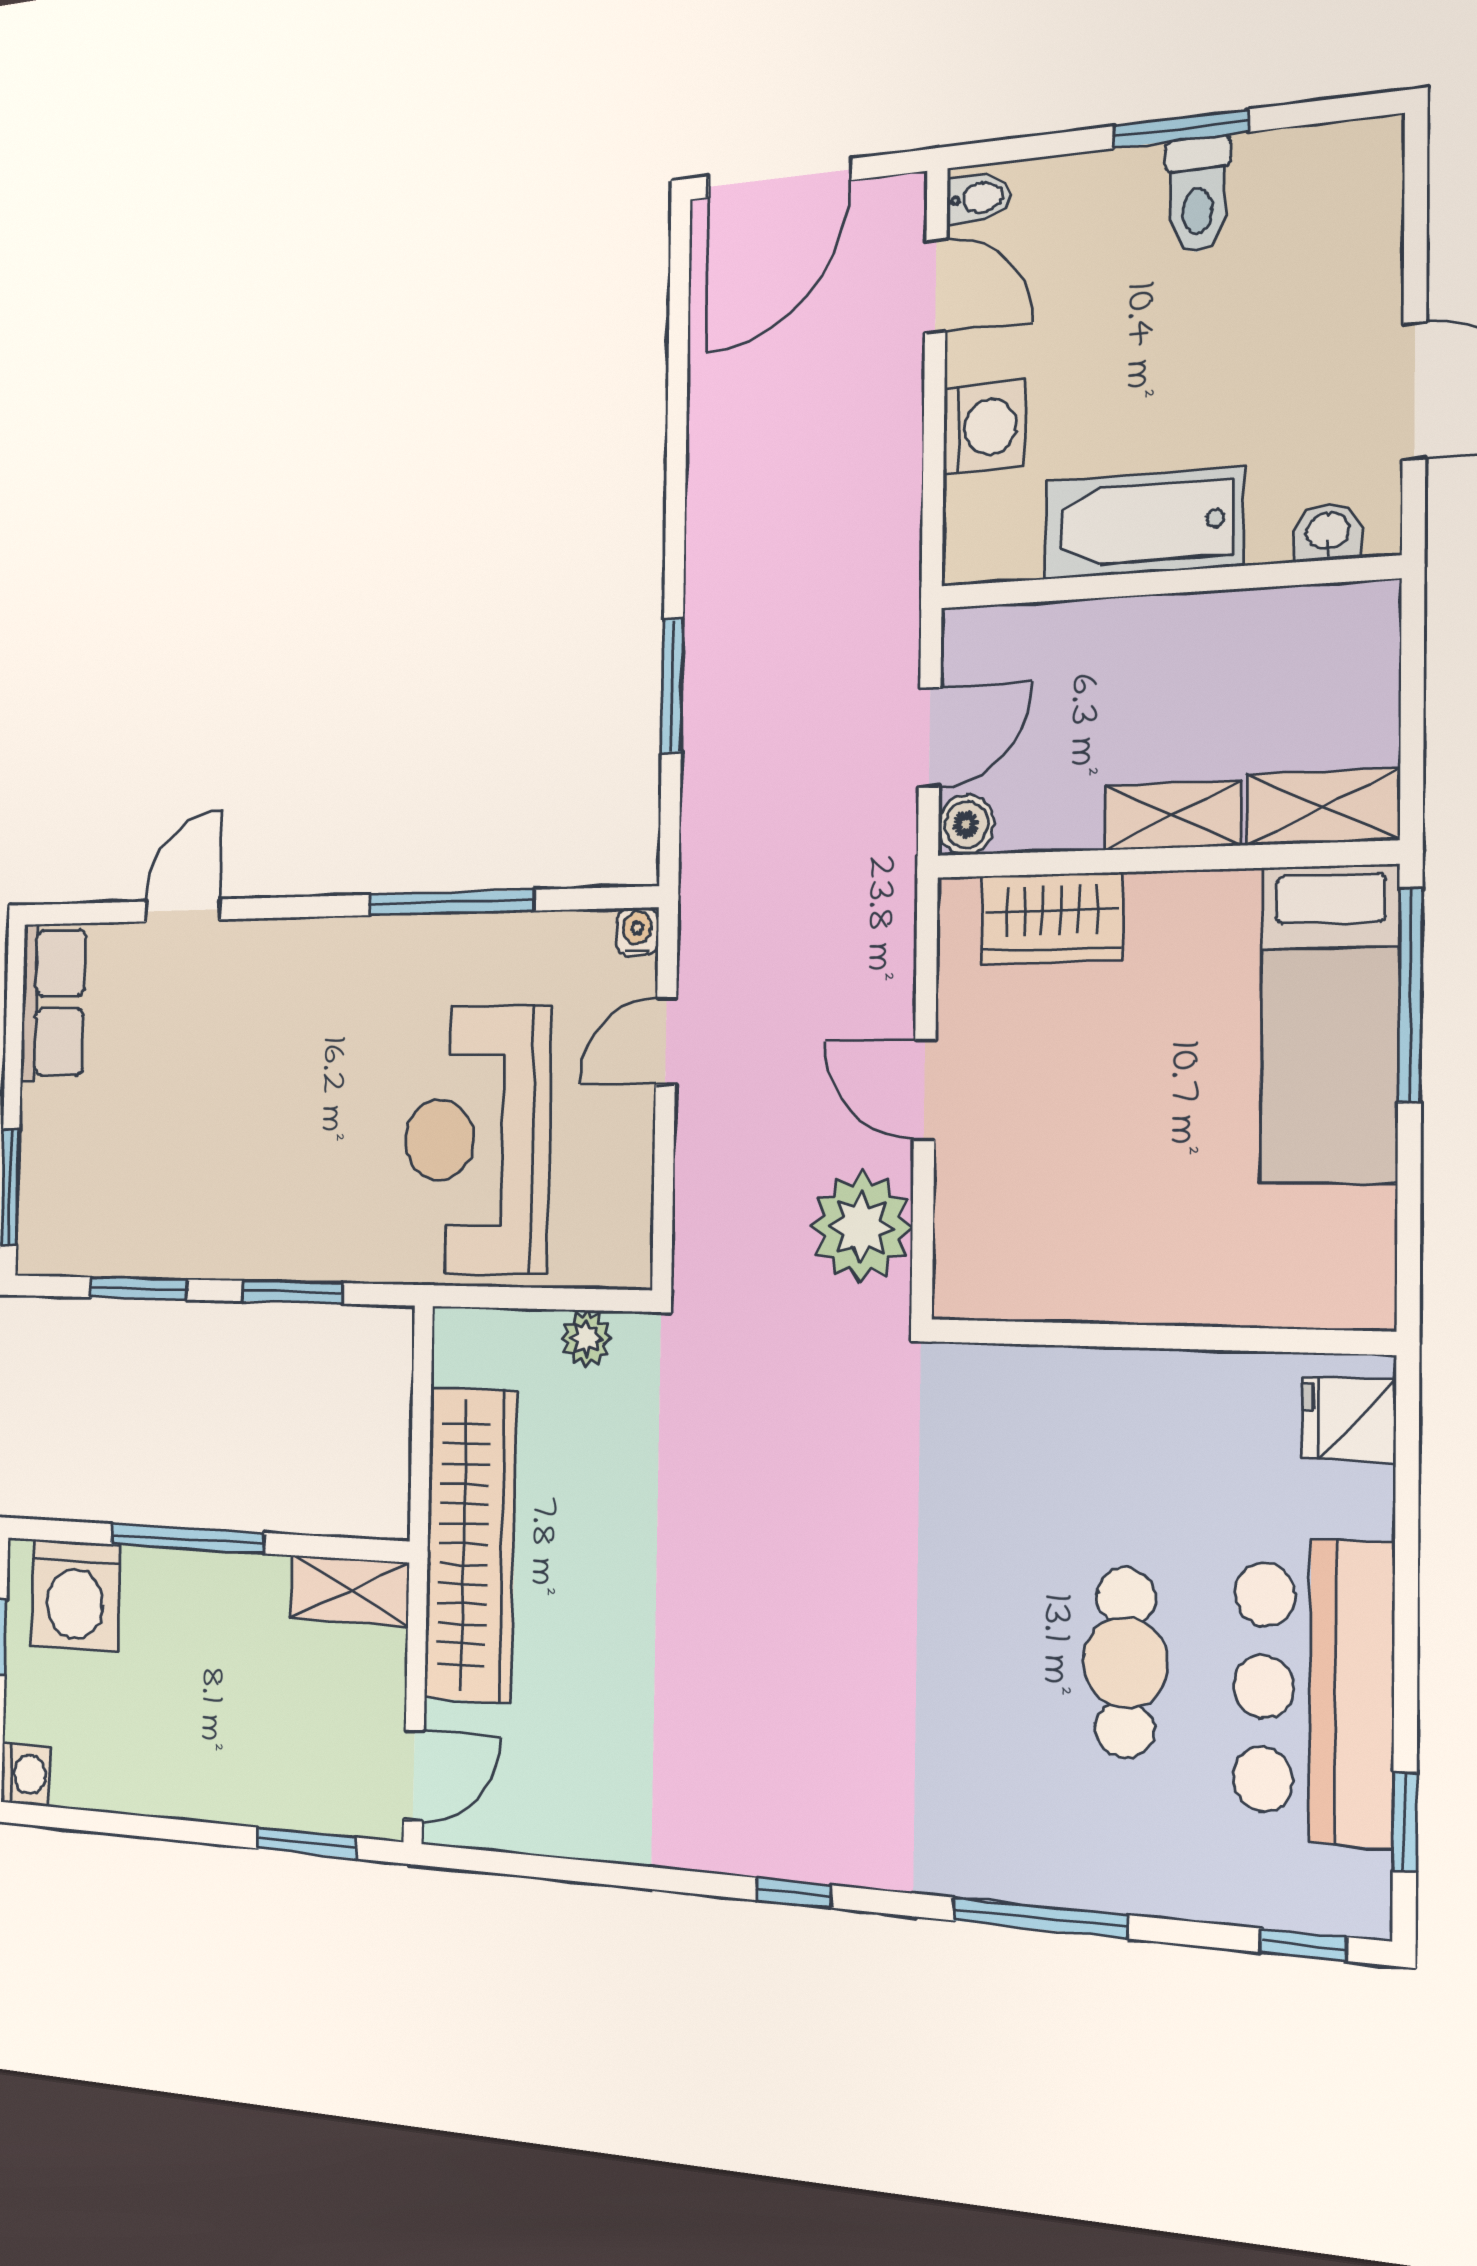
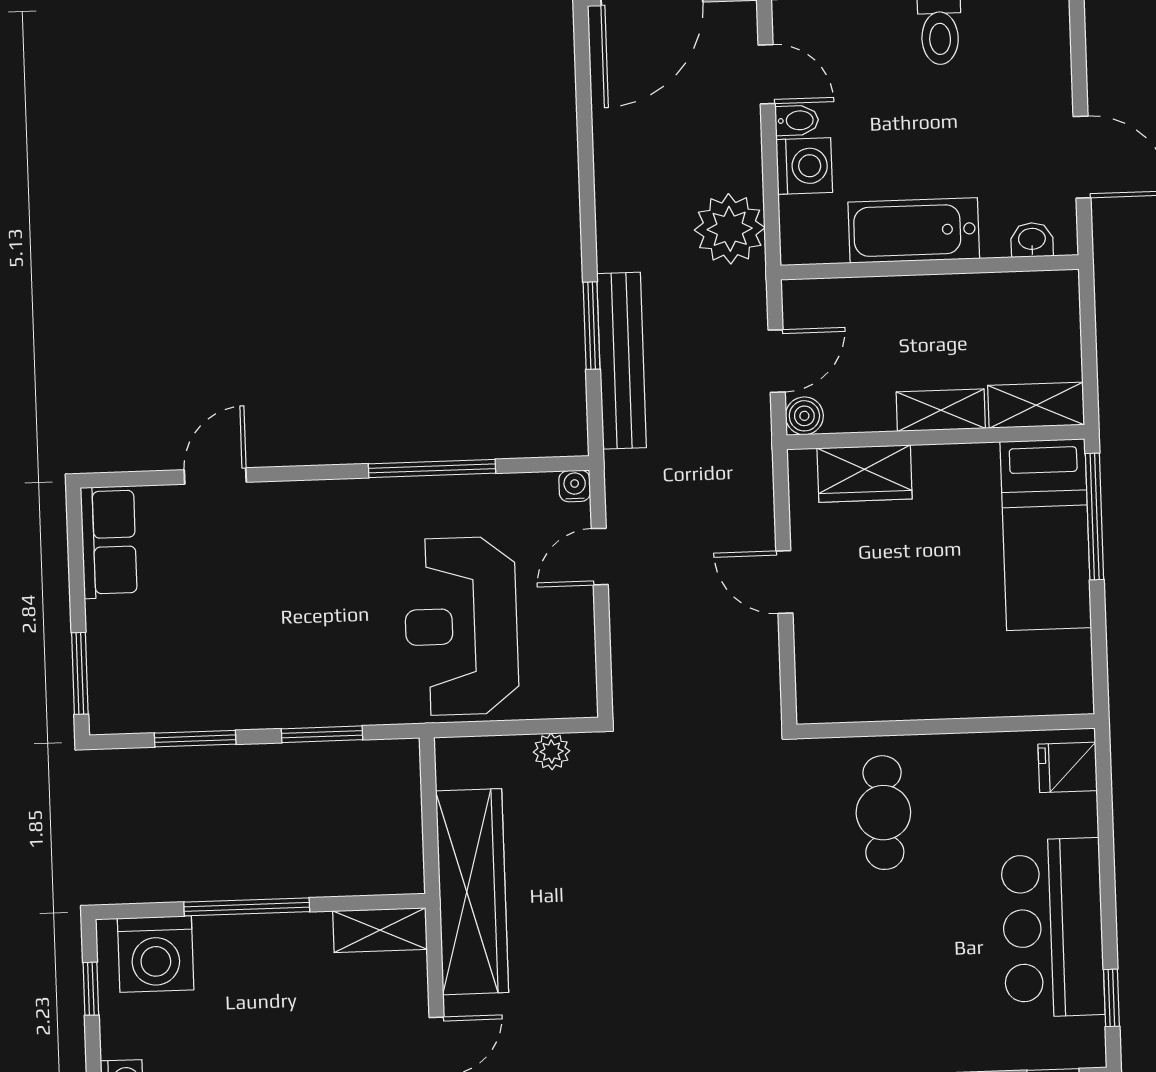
bidet: (978, 198) -> (797, 120), moved
bench: (711, 739) -> (622, 361), added
plant: (861, 1227) -> (730, 229), moved
cafe table: (1125, 1663) -> (883, 813), moved

